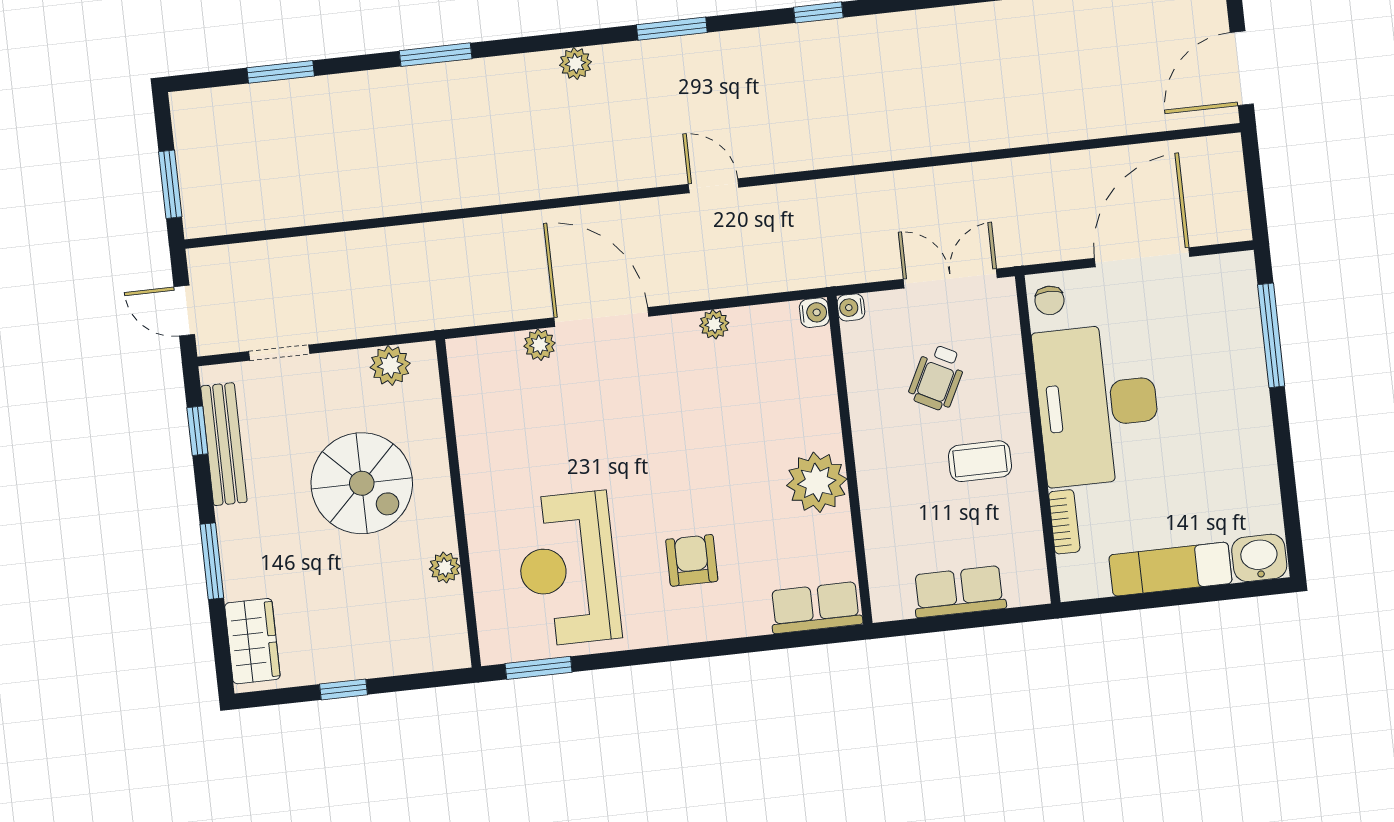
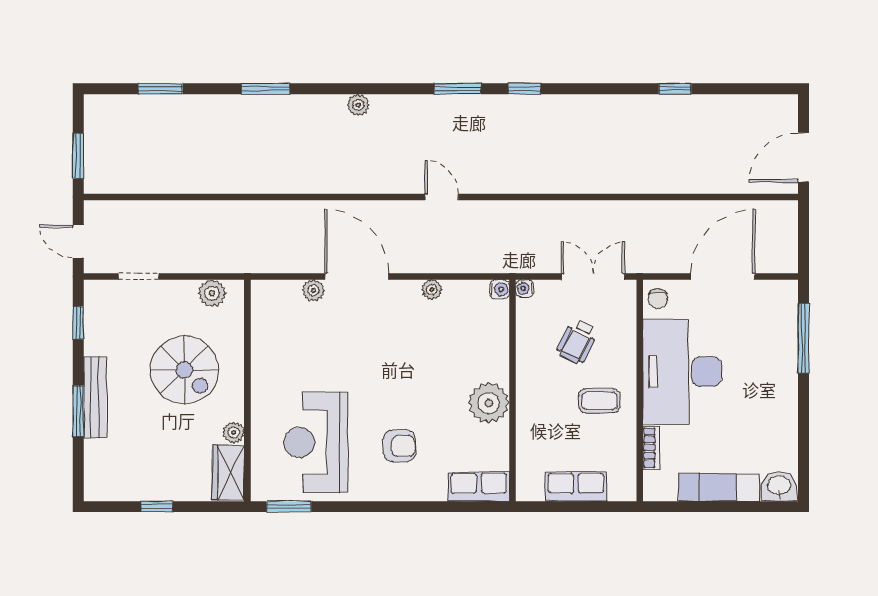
window: (672, 29) -> (458, 89), moved
bench: (224, 444) -> (95, 397), moved
armchair: (692, 560) -> (399, 446), turned 90
wardrobe: (252, 641) -> (228, 473), moved, turned 180

